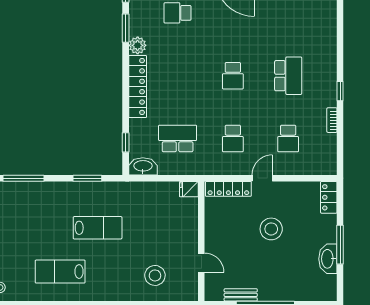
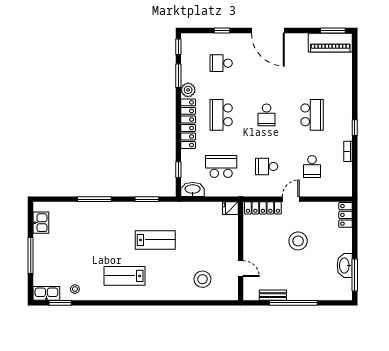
school desk: (178, 76) -> (221, 115), added
school desk: (233, 138) -> (267, 166), turned 90
window: (340, 245) -> (355, 275), moved

